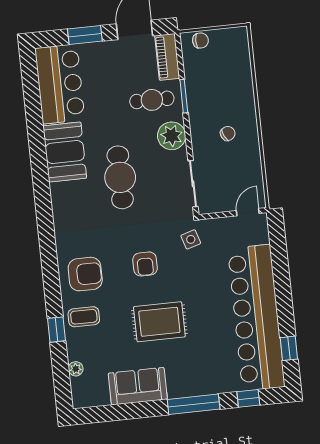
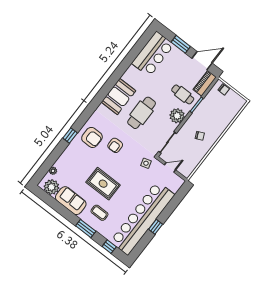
booth: (65, 152) -> (118, 96), moved
door: (248, 212) -> (170, 167), moved
armchair: (145, 264) -> (115, 145), moved
coffee table: (84, 317) -> (99, 213), moved
window: (57, 330) -> (70, 136), moved
window: (289, 348) -> (156, 227), moved
plant: (94, 393) -> (51, 187), added
window: (194, 404) -> (86, 228), width x0.69

